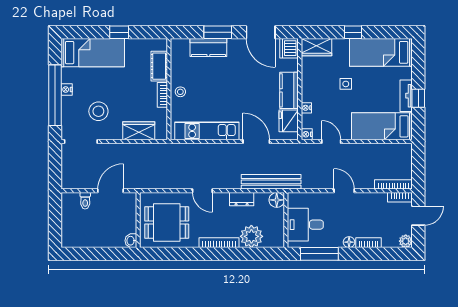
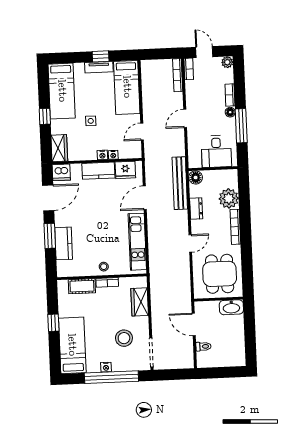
nightstand: (307, 134) -> (102, 155), moved
washbasin: (131, 241) -> (231, 307), width x1.91, depth x1.45
window: (319, 254) -> (241, 126), moved

